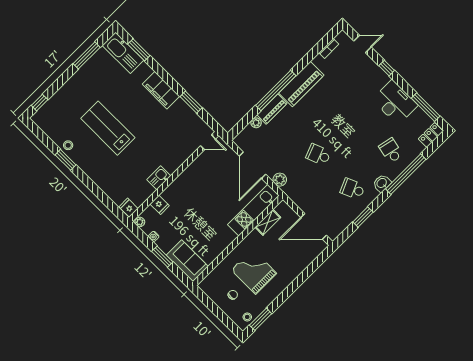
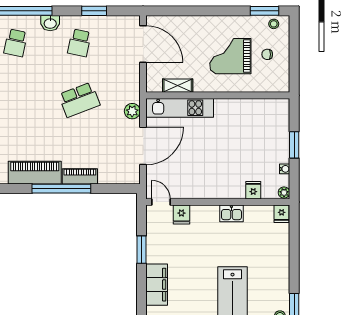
plant: (256, 123) -> (105, 178), removed
fridge: (188, 147) -> (181, 215), added
school desk: (318, 155) -> (79, 100), width x1.85
school desk: (353, 189) -> (79, 43), turned 36
sofa: (187, 261) -> (277, 121), removed
grand piano: (254, 272) -> (230, 56), turned 90

